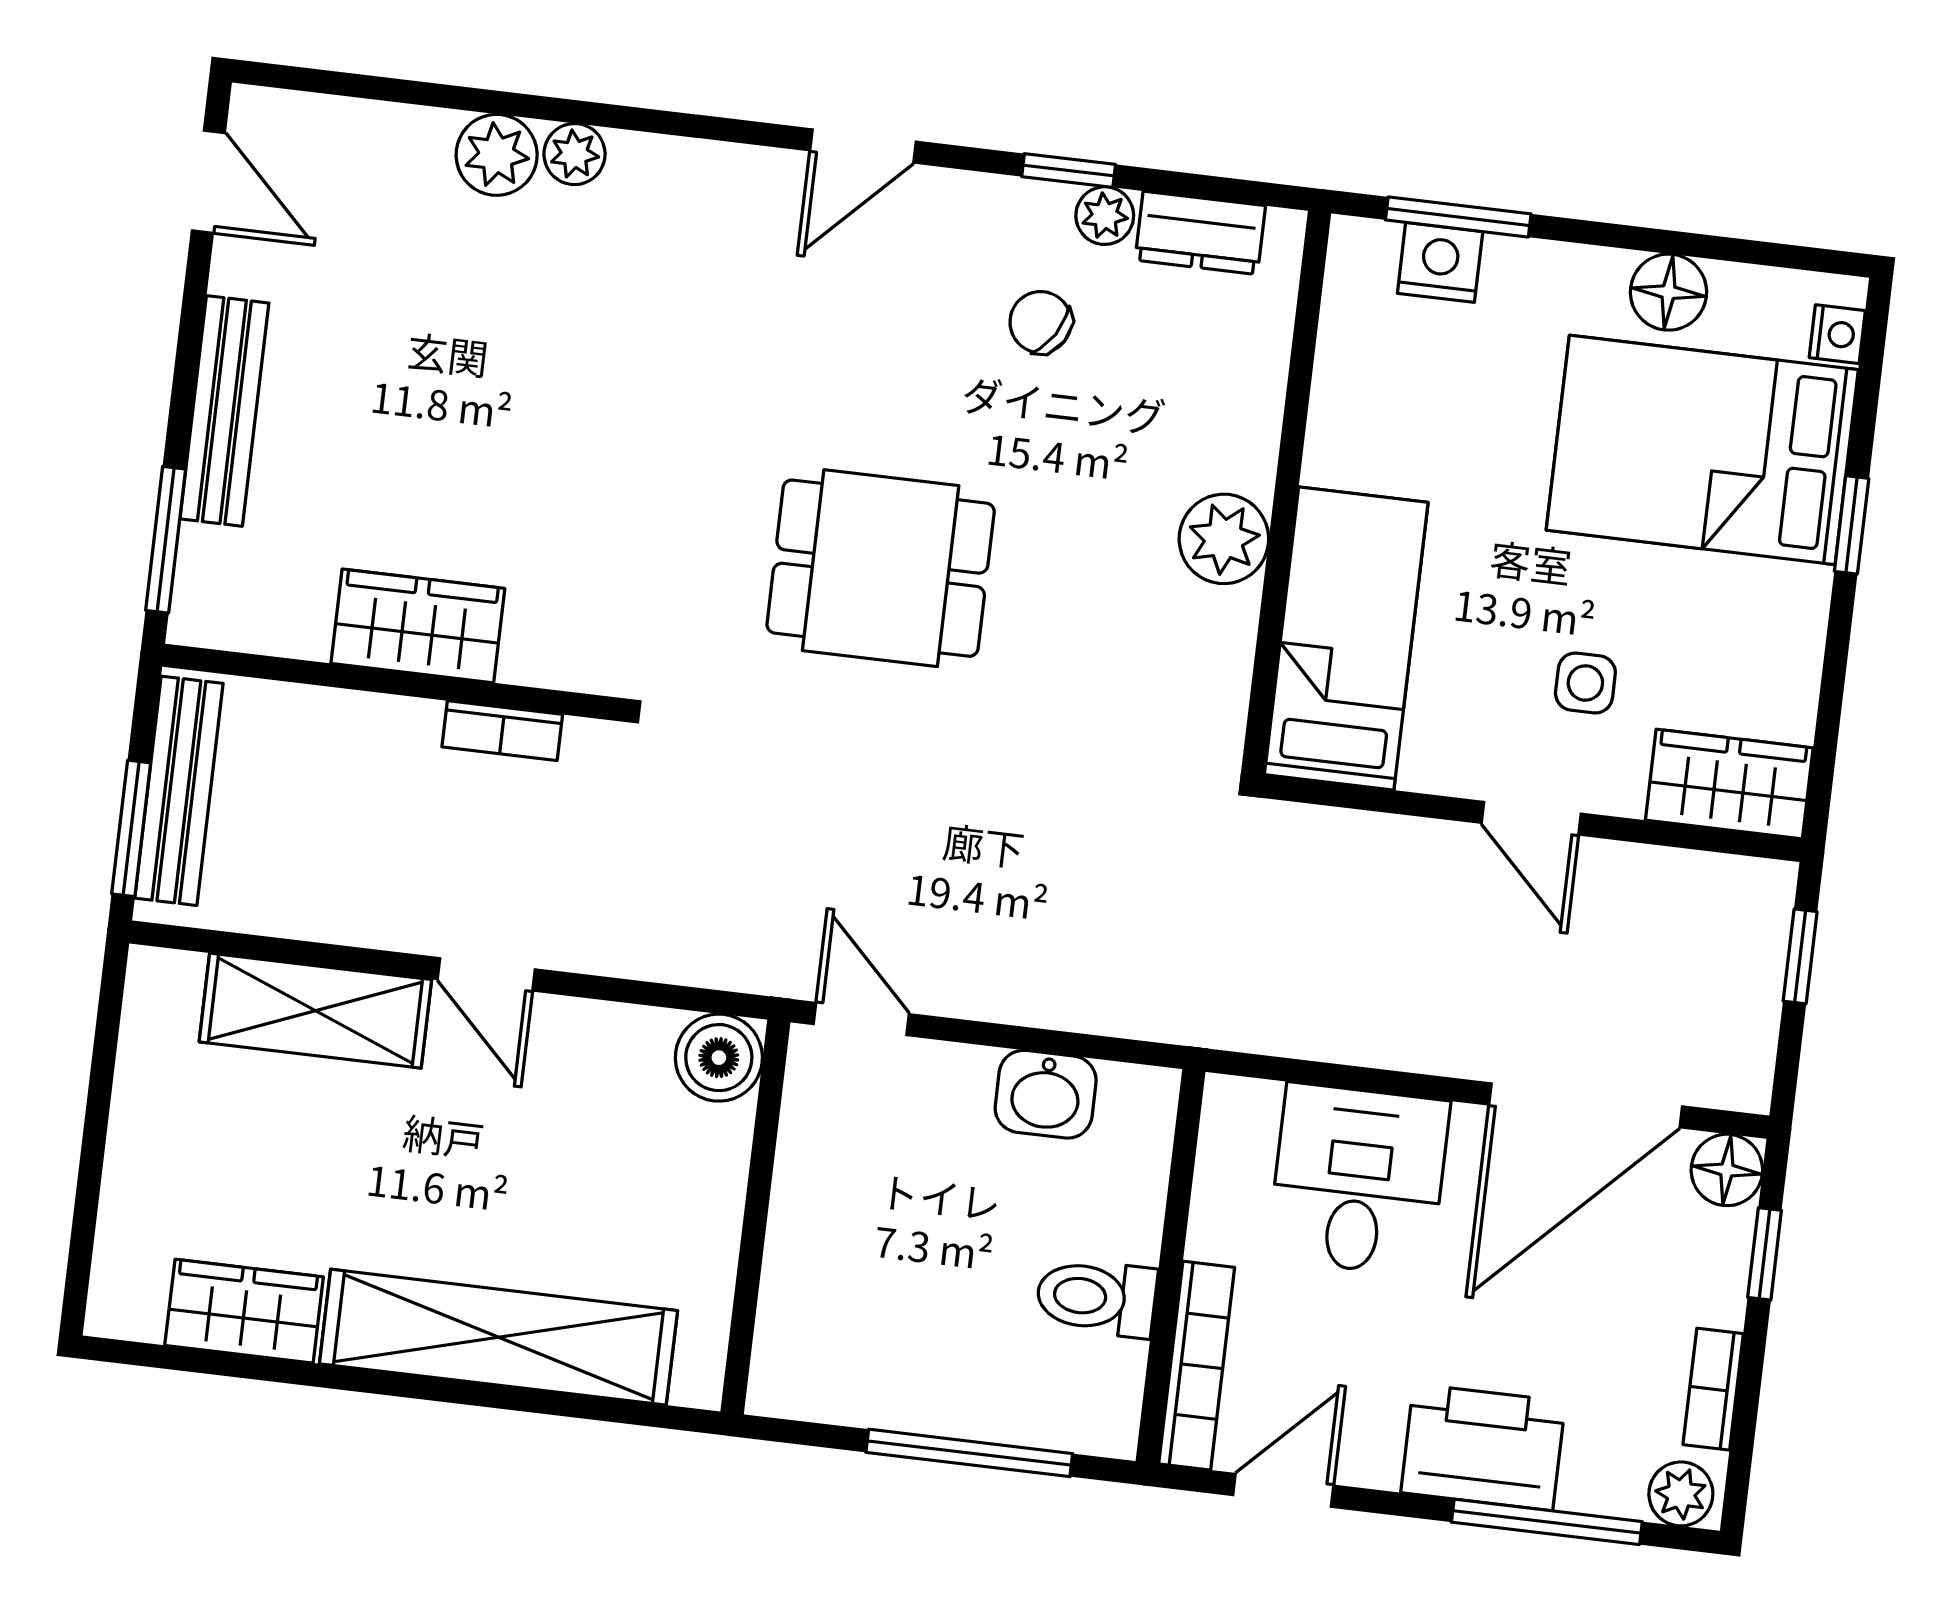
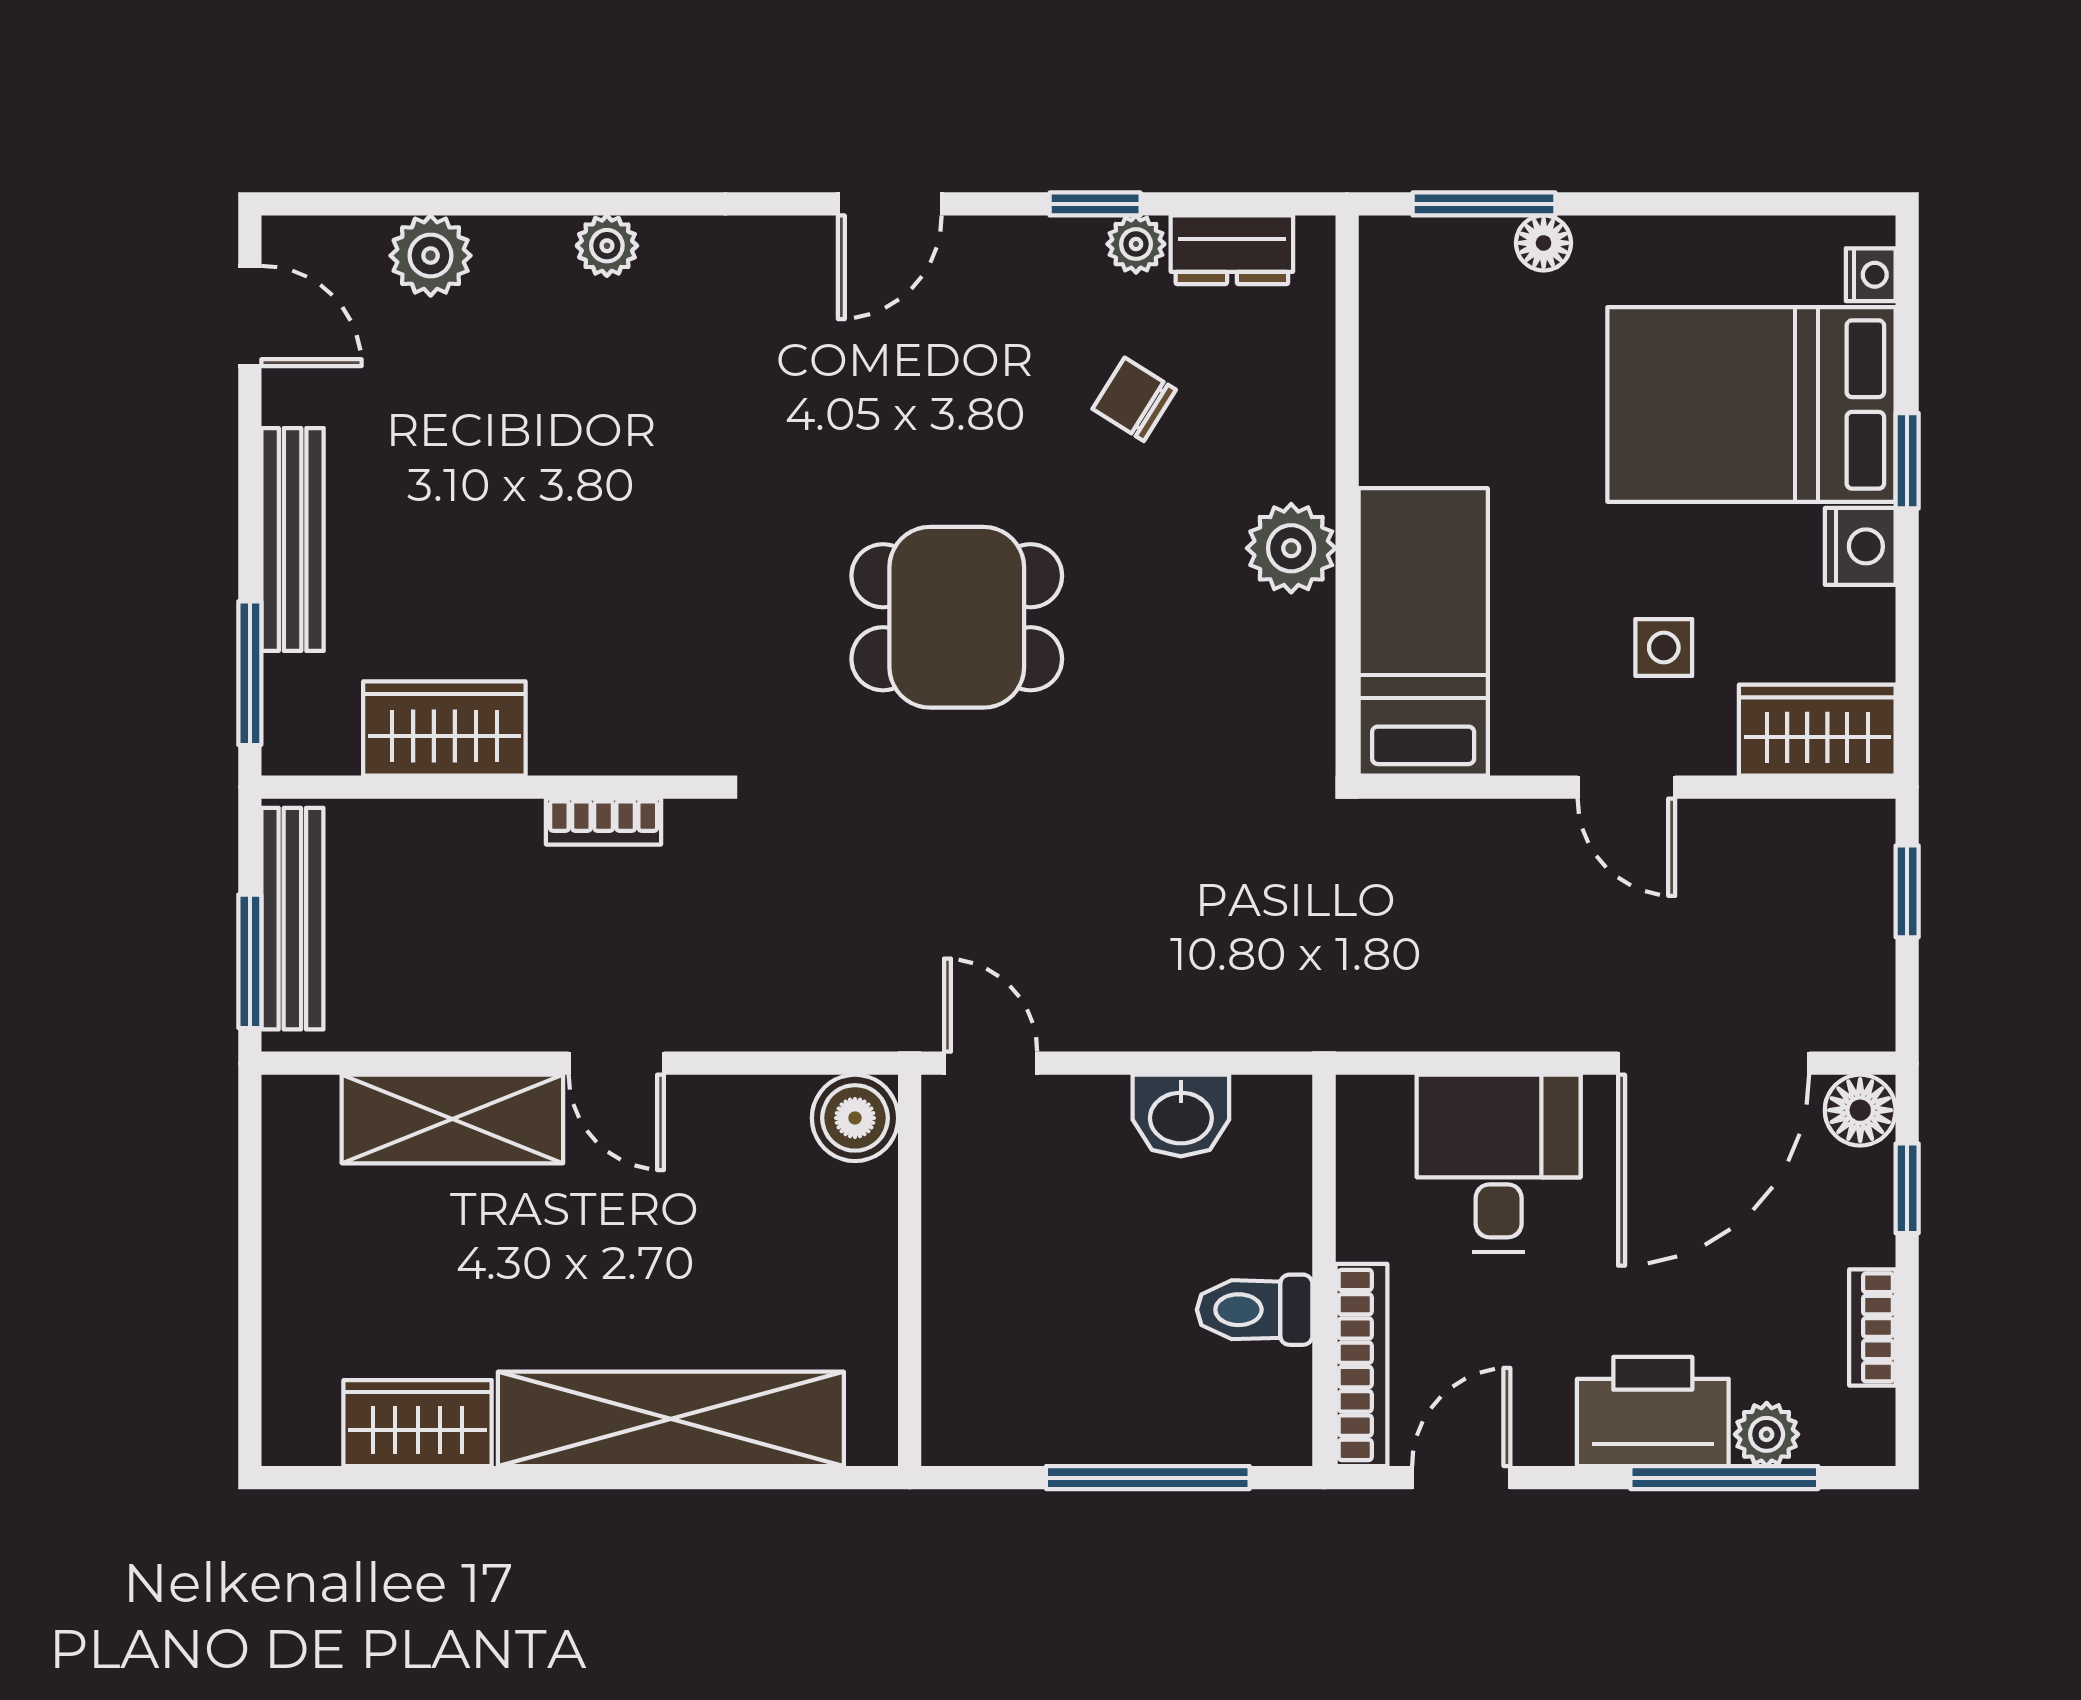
plant: (497, 155) -> (431, 256), moved
nightstand: (1440, 262) -> (1860, 546), moved, turned 90
floor lamp: (1668, 292) -> (1544, 243), moved, width x0.73, depth x0.73
chair: (1041, 322) -> (1134, 399), moved
wardrobe: (418, 626) -> (444, 728), moved
plant: (1681, 1494) -> (1767, 1434), moved

